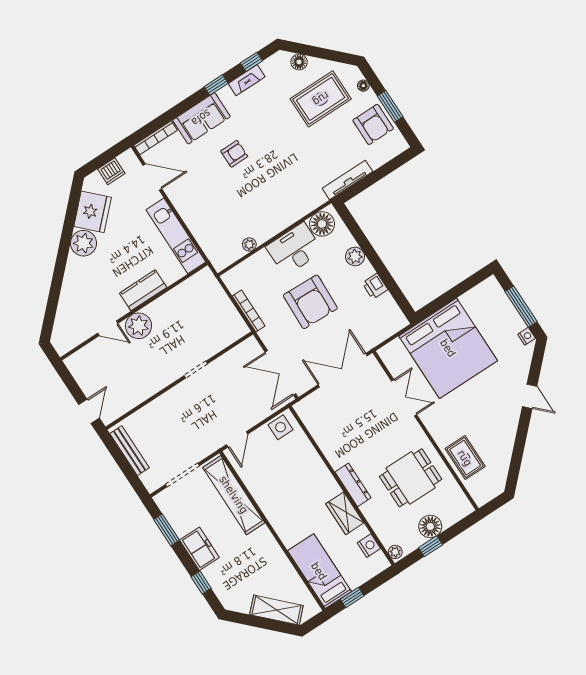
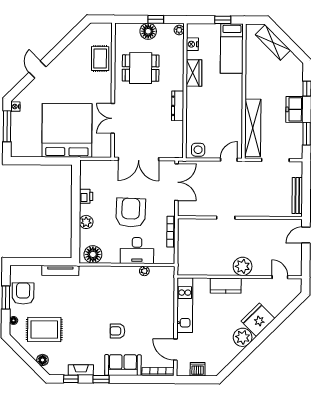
fridge: (93, 212) -> (258, 320), moved
desk: (294, 249) -> (137, 251), moved
door: (108, 328) -> (280, 277), moved
dresser: (353, 485) -> (178, 106), moved

